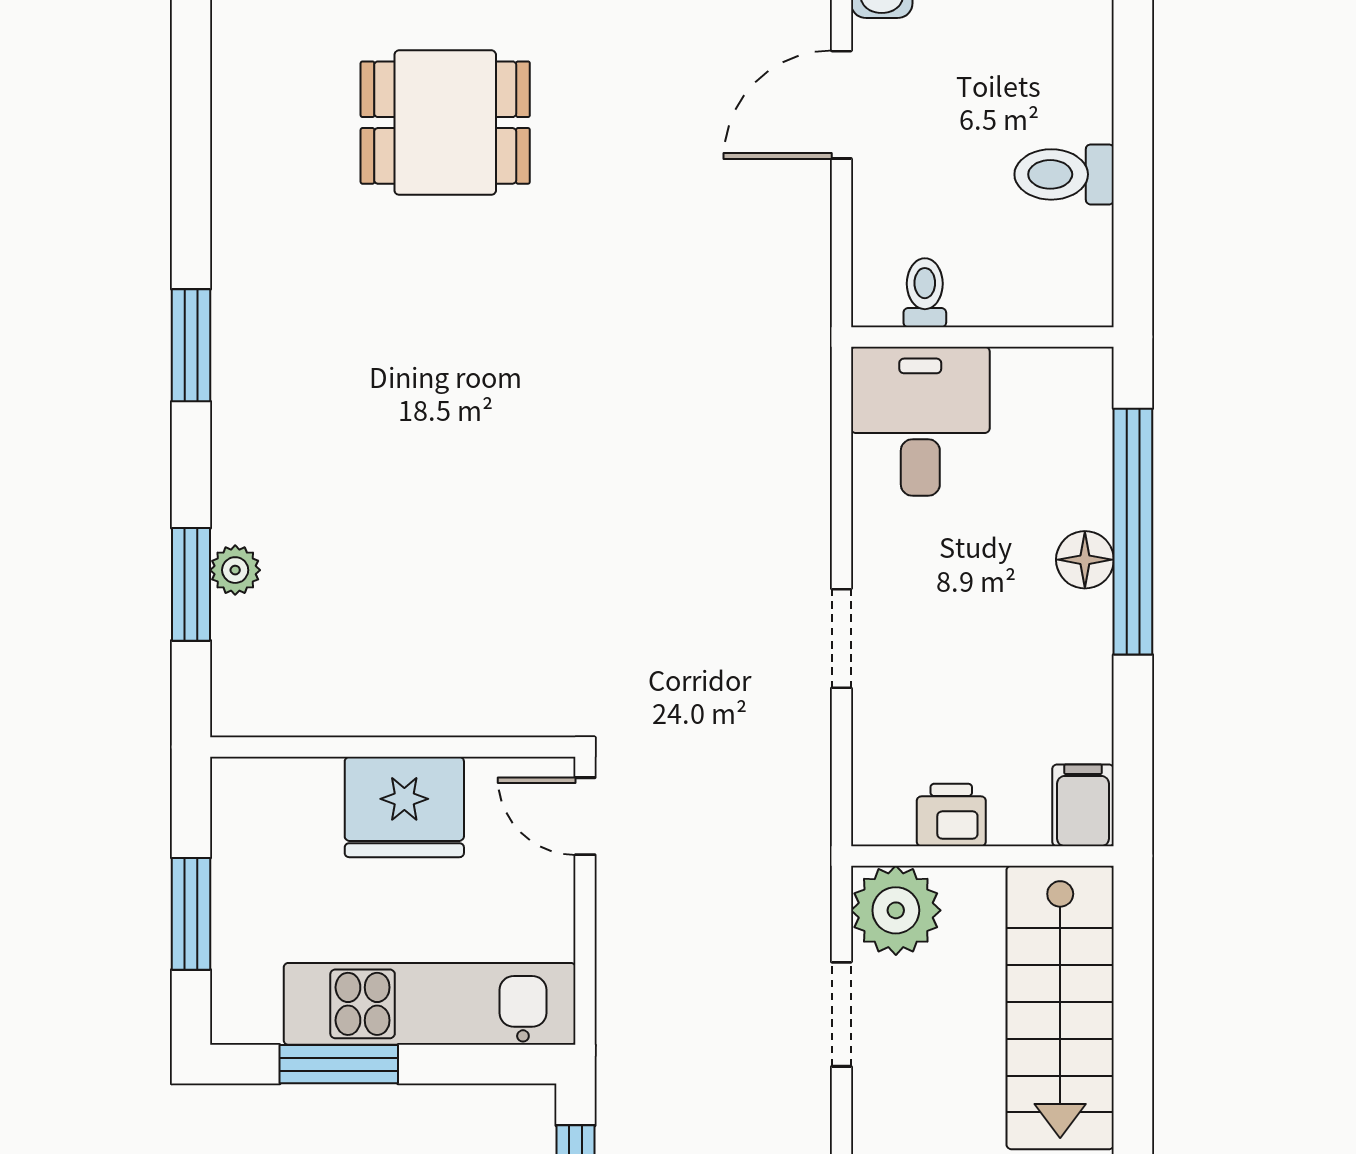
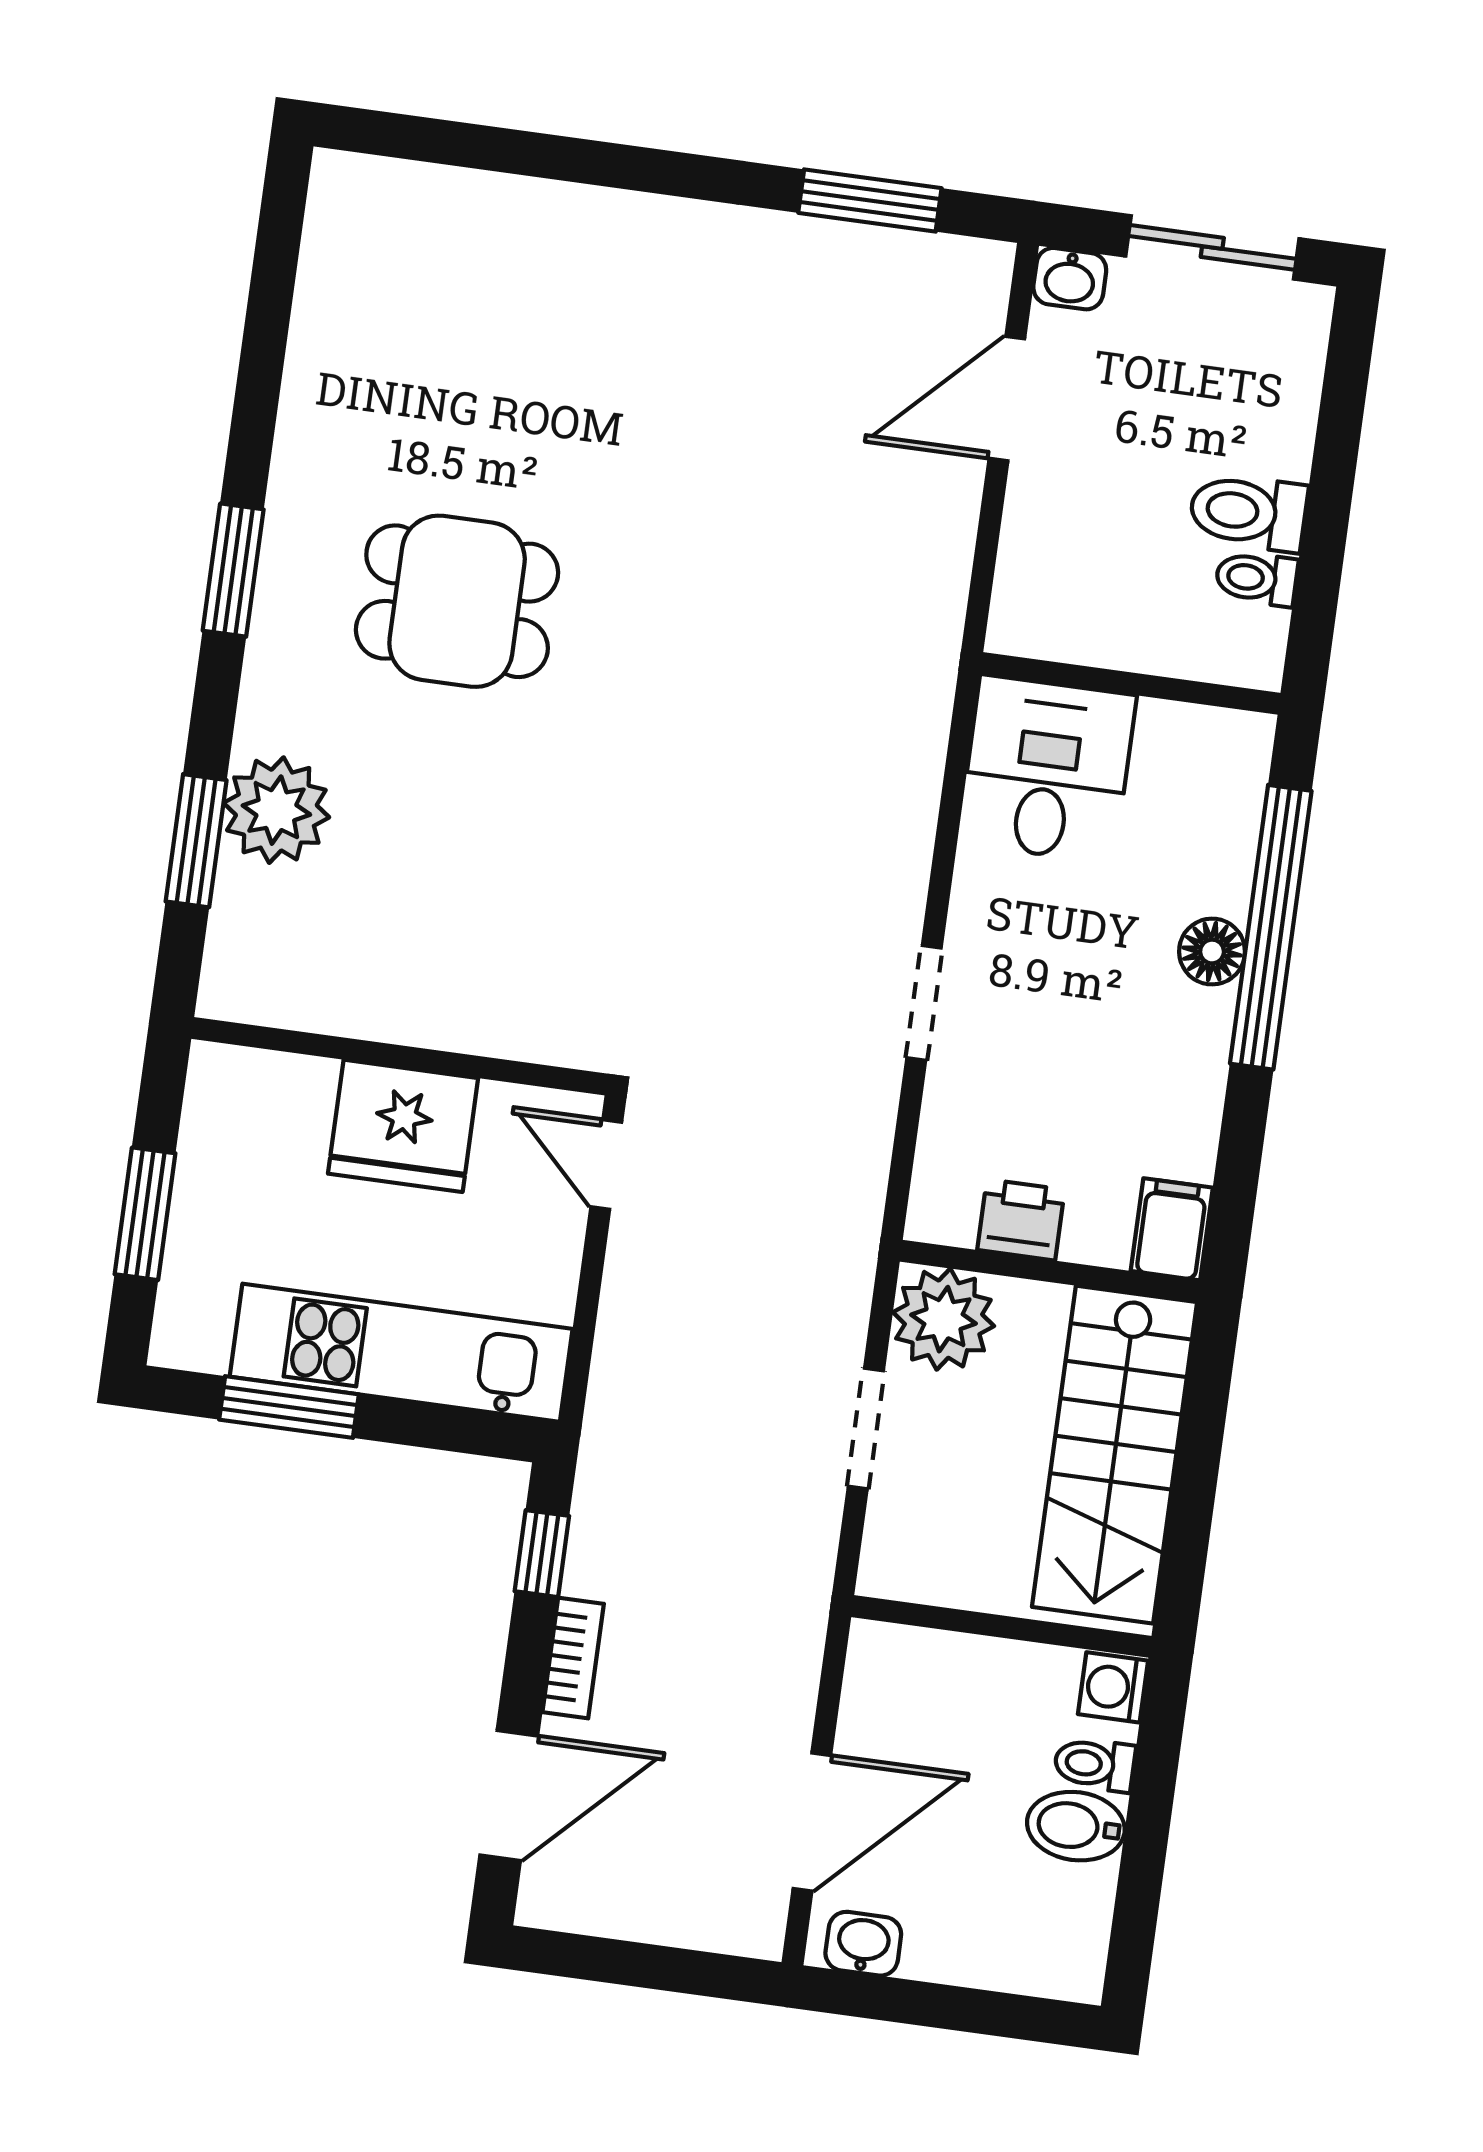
dining table: (445, 123) -> (457, 601), moved
toilet: (925, 293) -> (1256, 578), moved, turned -90
plant: (235, 570) -> (276, 810), width x1.88, depth x1.88

